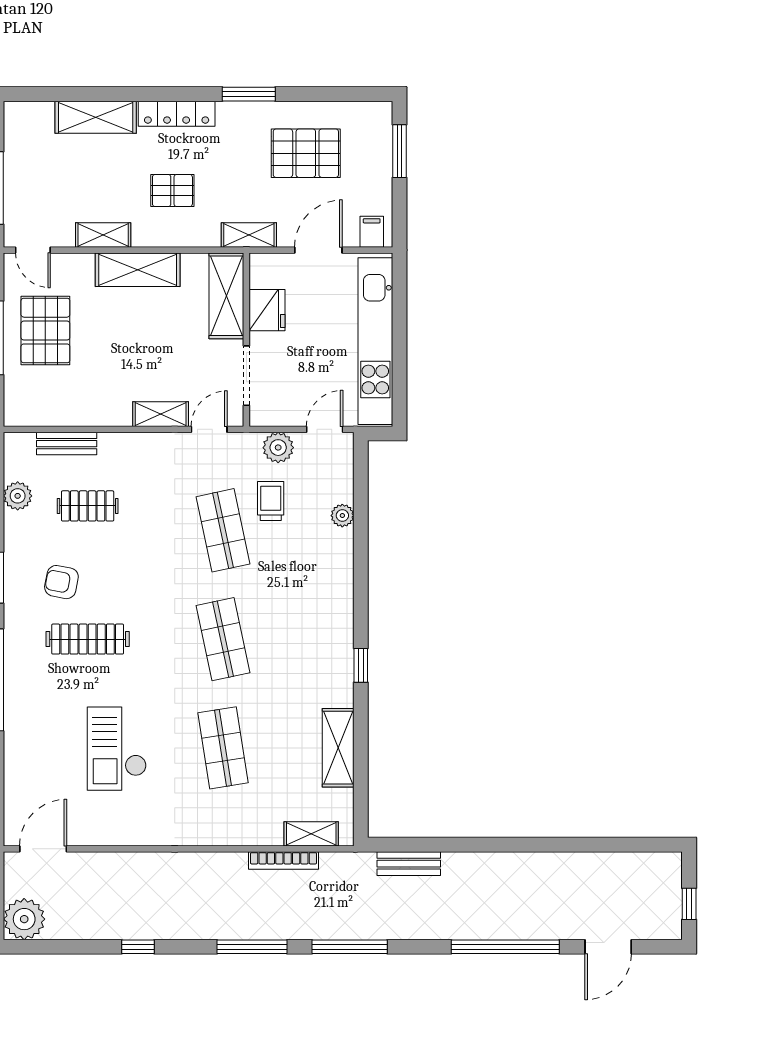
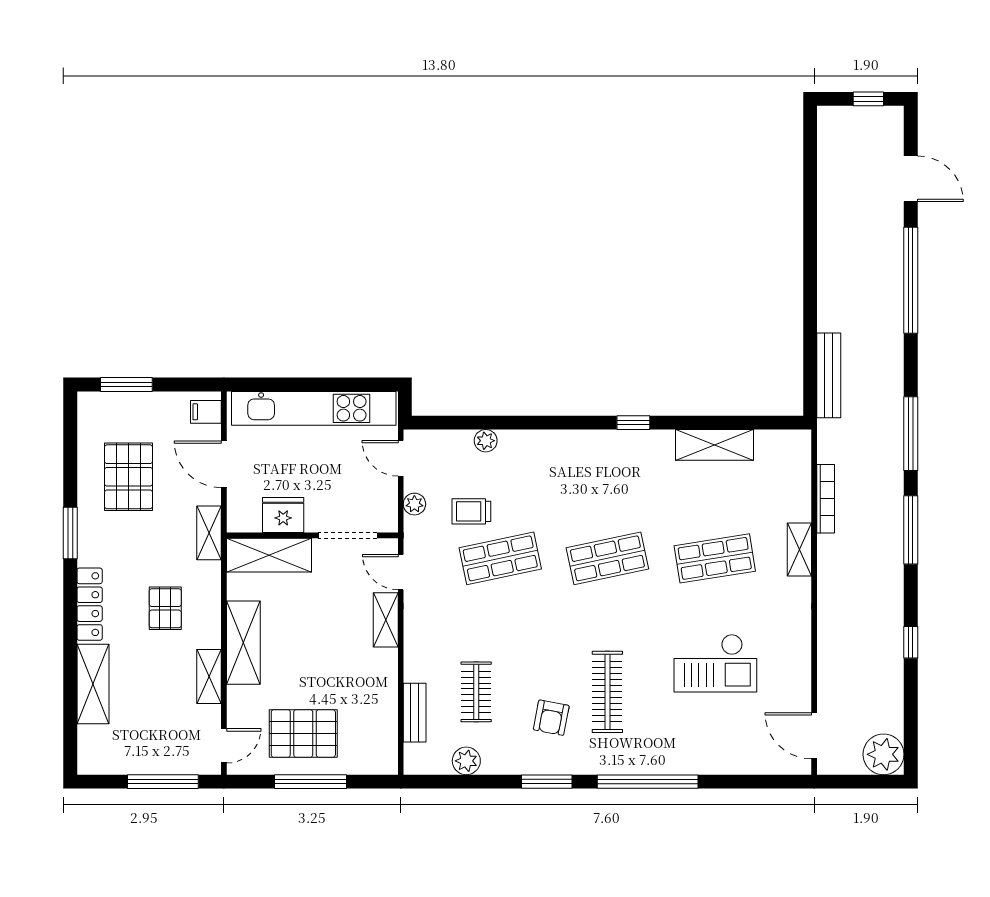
plant: (278, 448) -> (414, 504), width x0.73, depth x0.73
shelving: (311, 834) -> (799, 549), moved
bench: (409, 864) -> (829, 375), width x1.36

